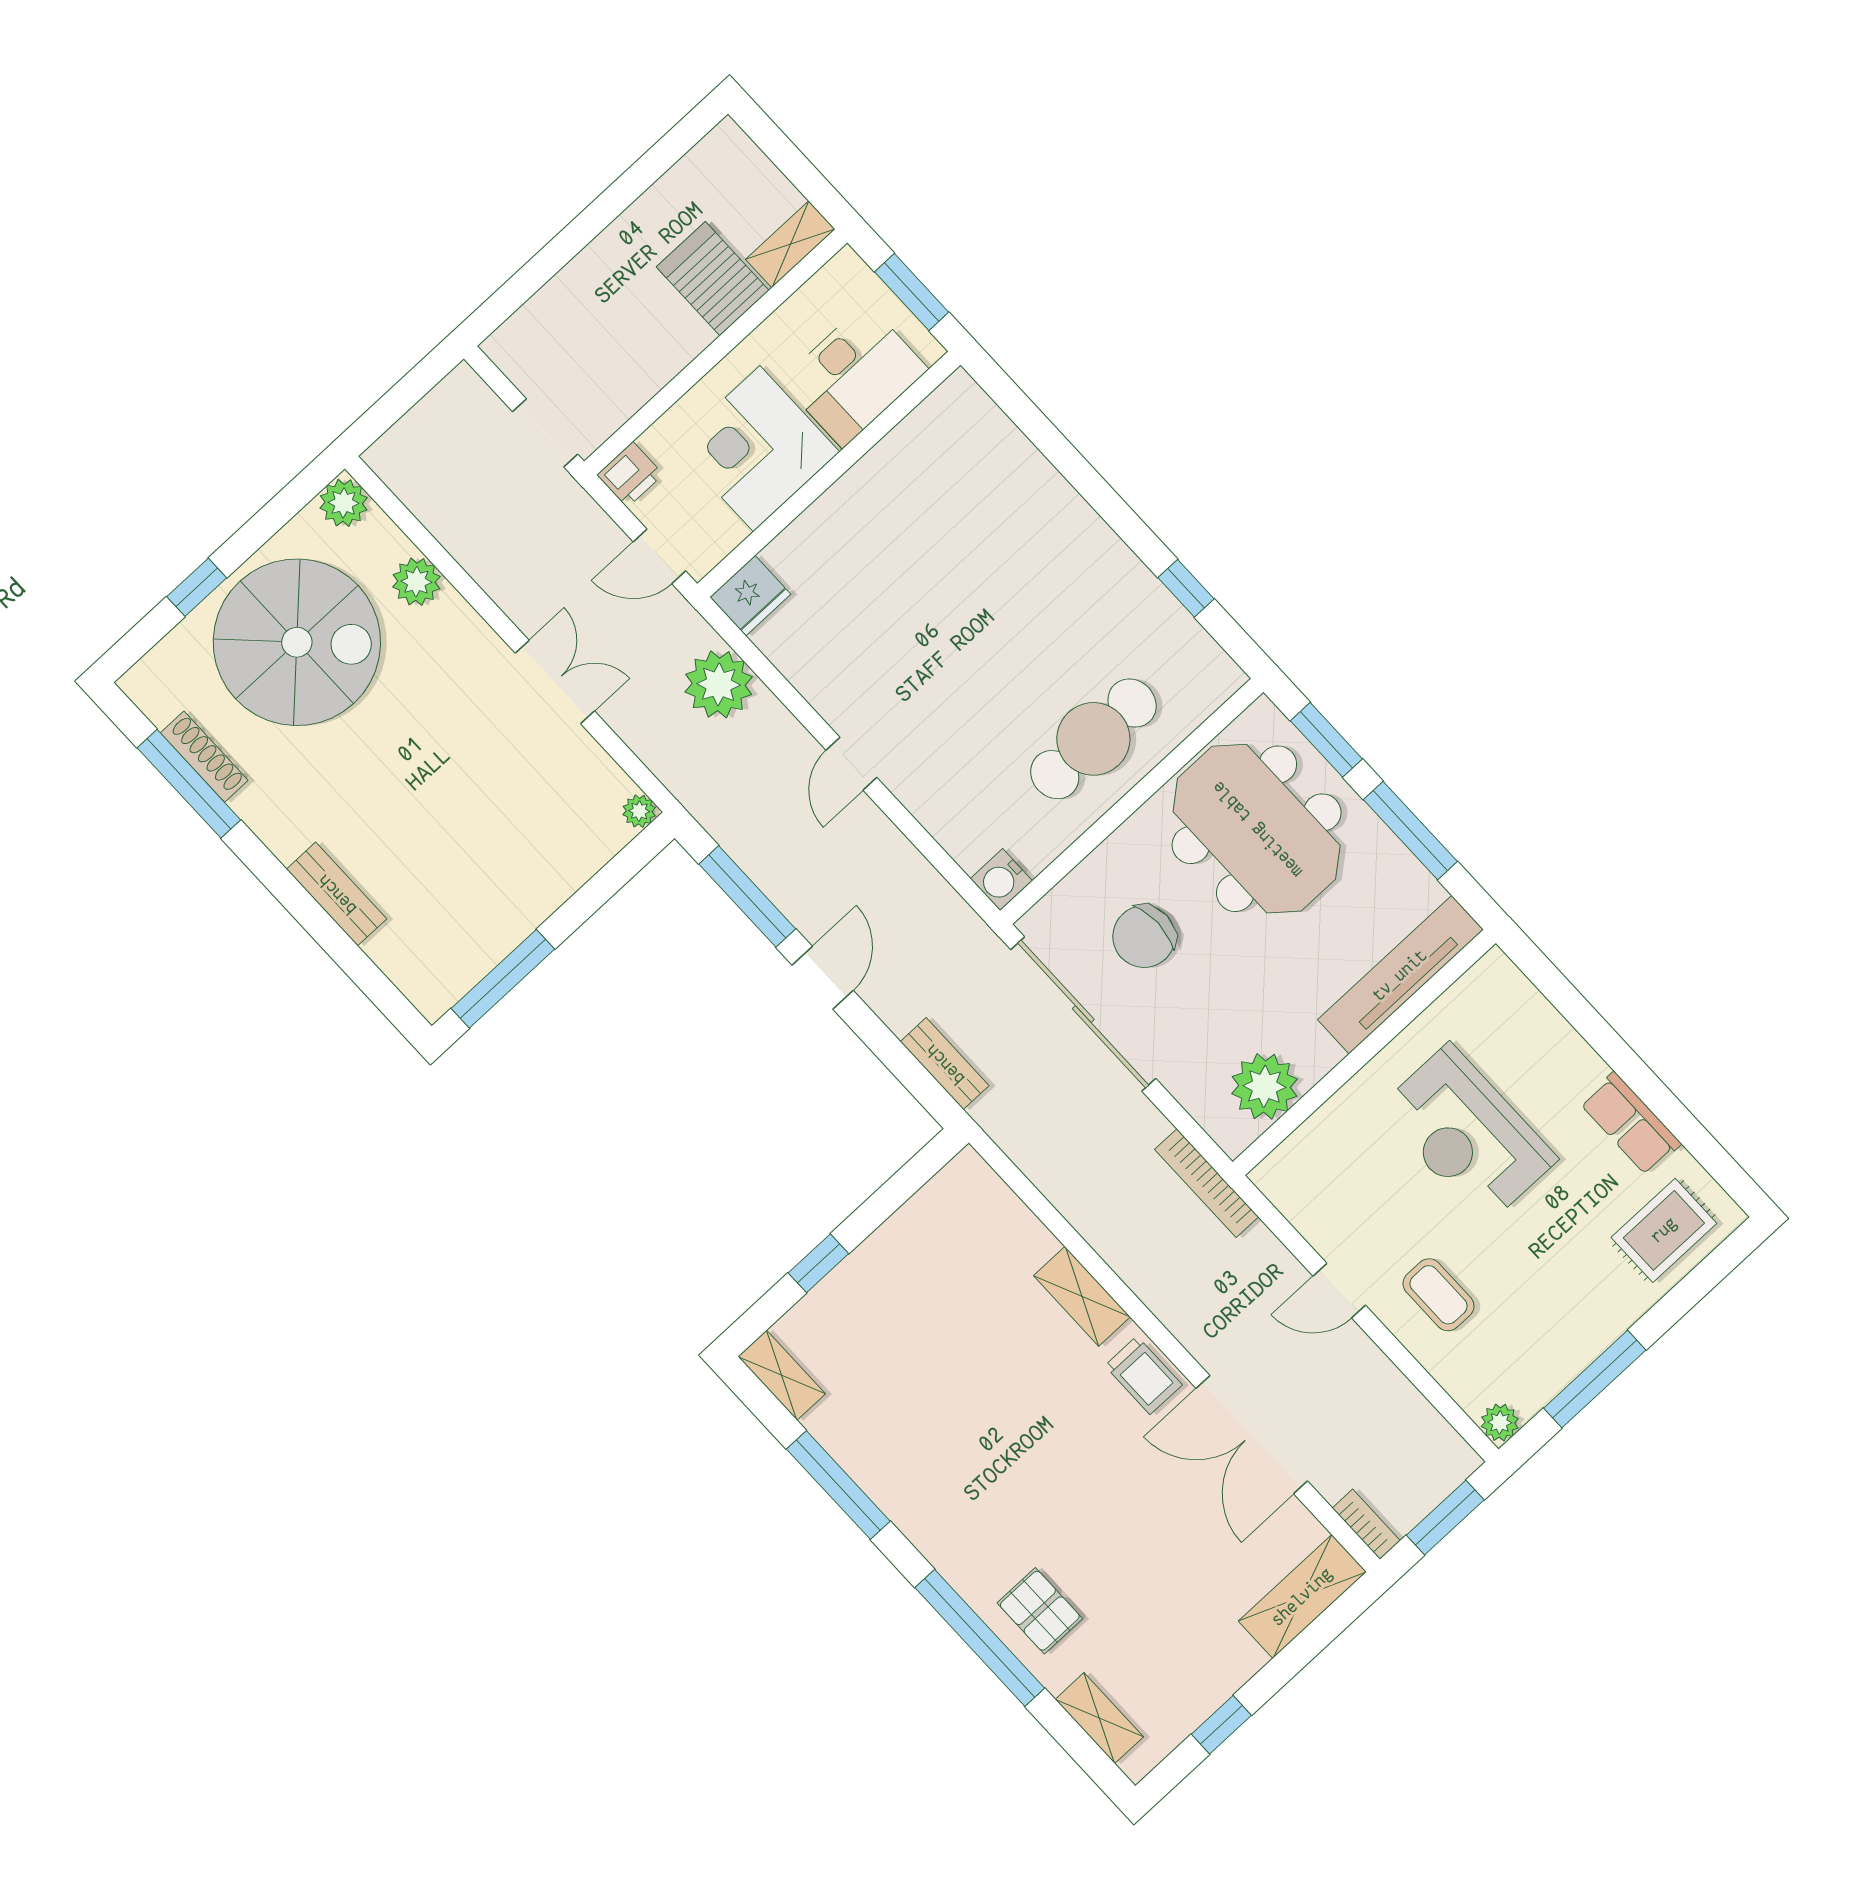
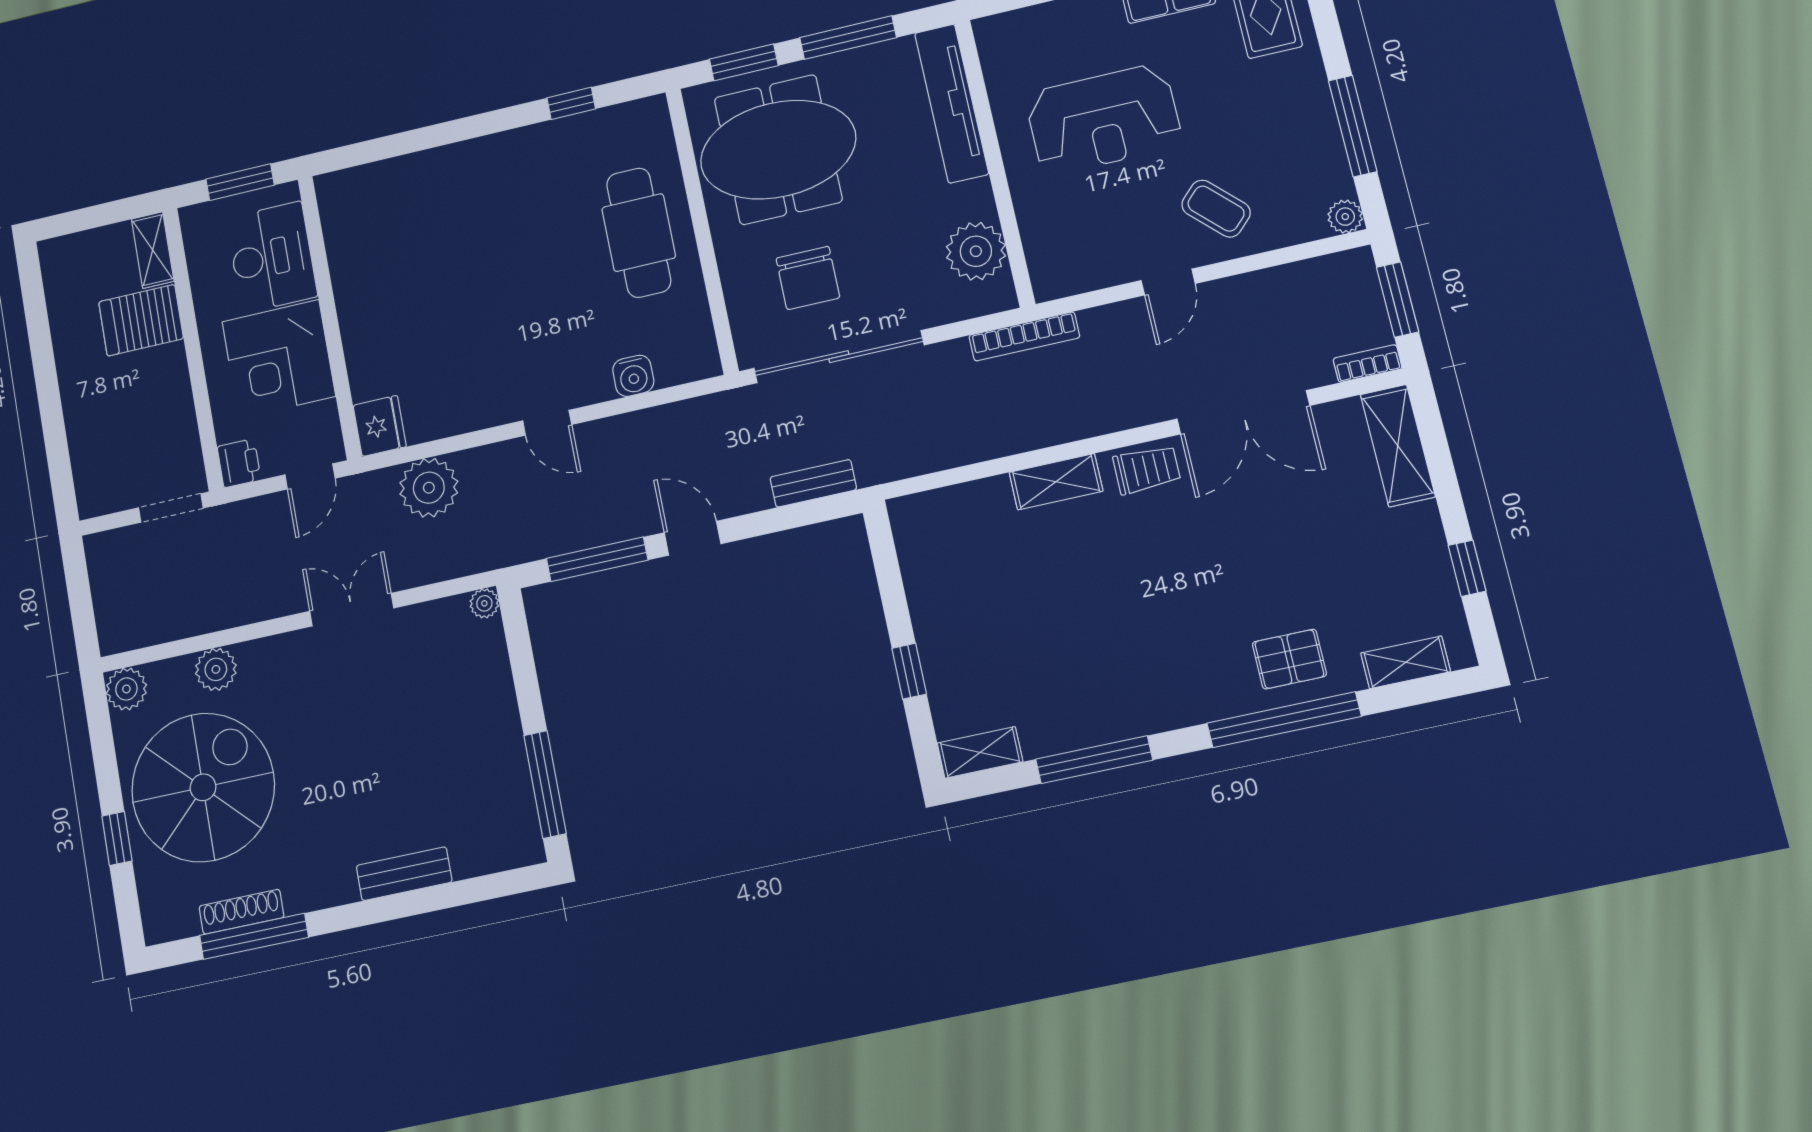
water cooler: (1001, 880) -> (633, 376), moved
coffee table: (1438, 1295) -> (1216, 209), turned 45

